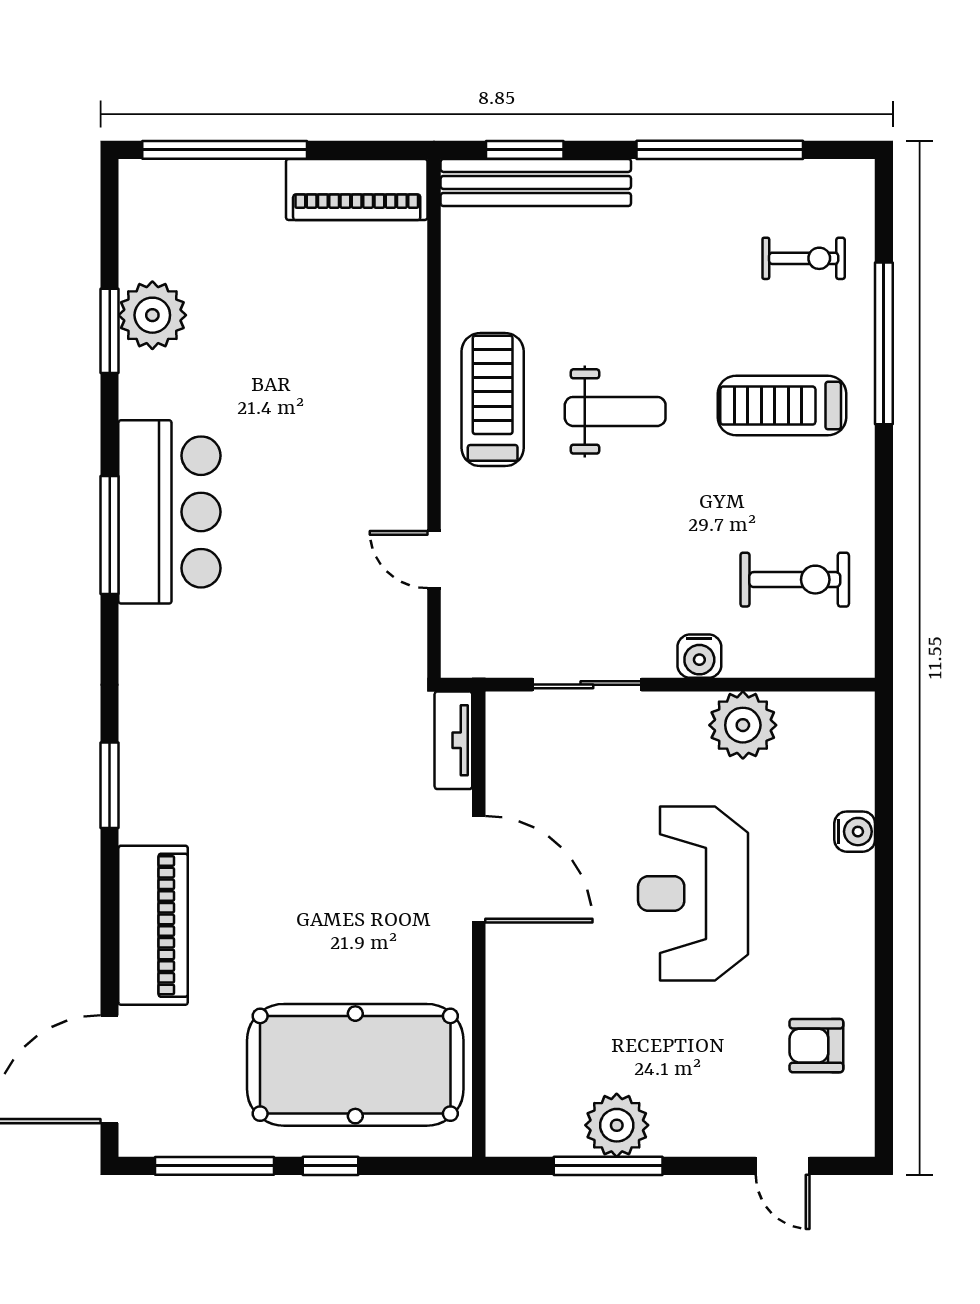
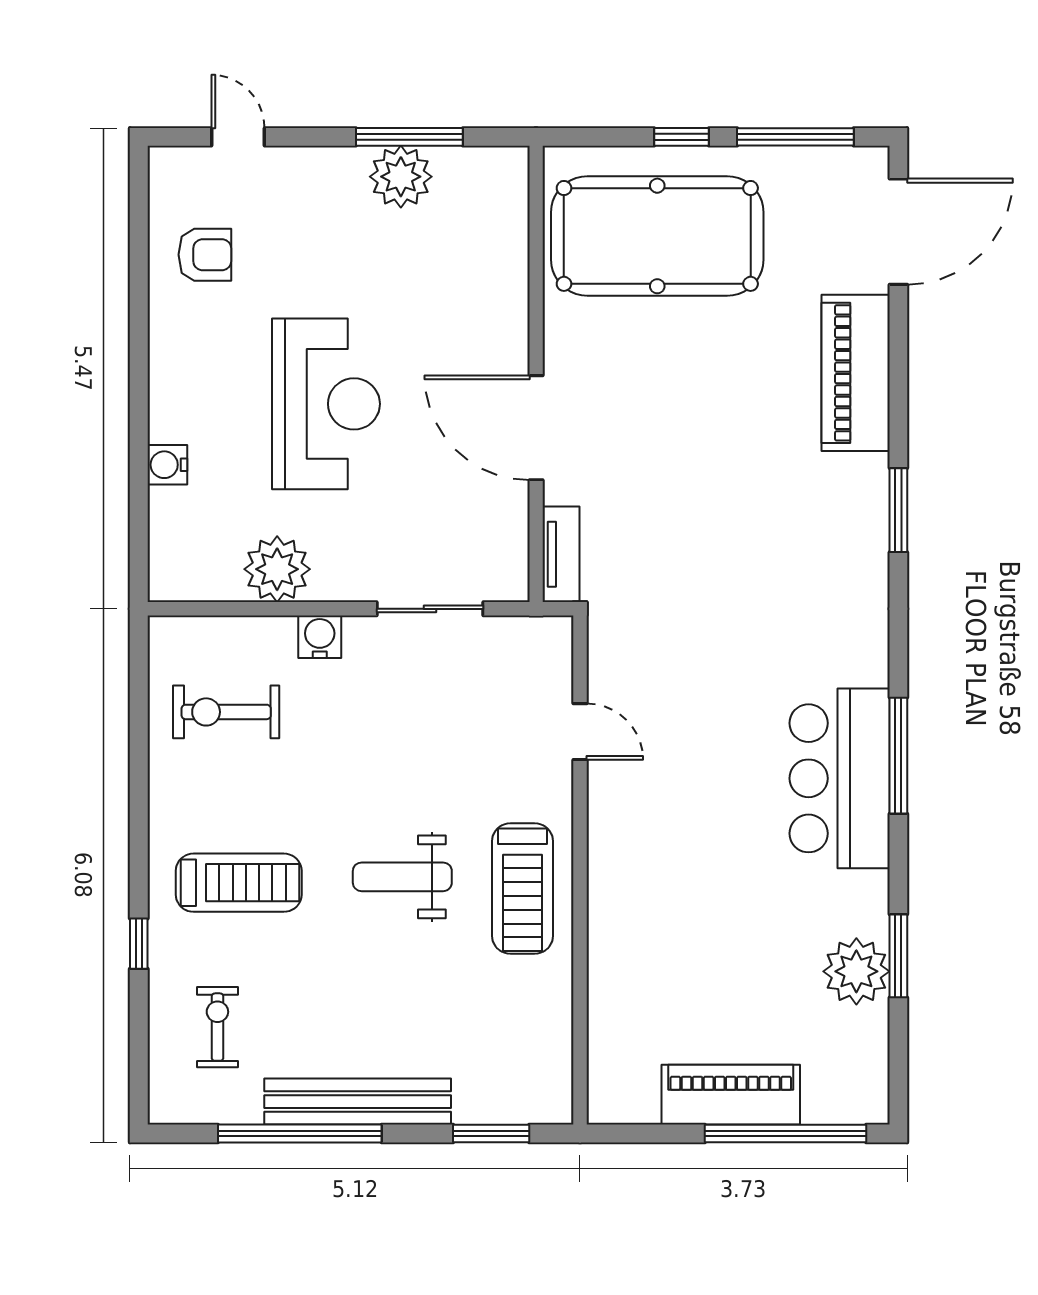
bench: (536, 182) -> (358, 1102), moved
piano: (357, 189) -> (731, 1095), moved
exercise bike: (804, 258) -> (217, 1027), turned 90
window: (884, 343) -> (139, 944), width x0.32

